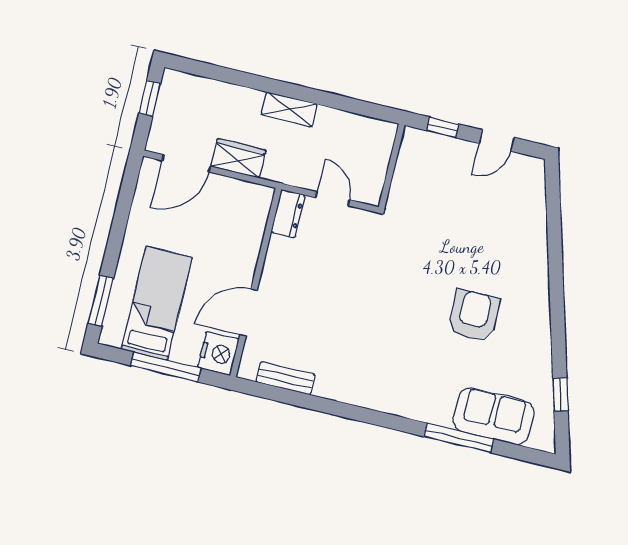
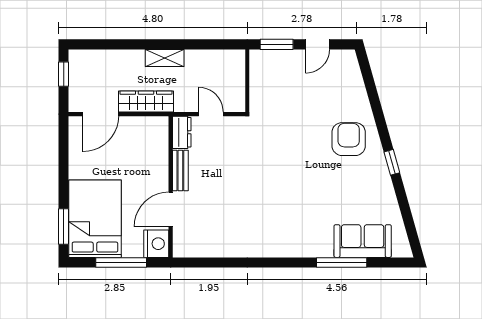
window: (443, 127) -> (277, 44), width x1.50
wardrobe: (238, 158) -> (146, 102), width x1.50
bed: (157, 303) -> (95, 219), width x1.50
armchair: (474, 316) -> (349, 139), moved
bench: (285, 378) -> (180, 171), moved, turned 90
window: (560, 395) -> (392, 162), moved

